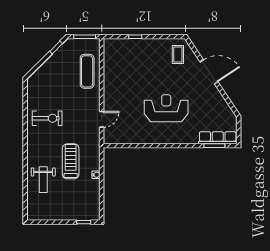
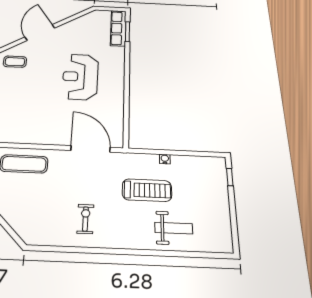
exercise bike: (47, 118) -> (85, 219), width x0.73, depth x0.72
door: (102, 119) -> (91, 149), width x1.88
treadmill: (71, 161) -> (147, 190), turned 180

